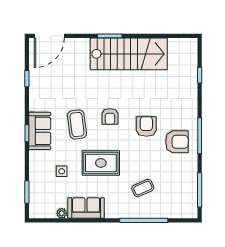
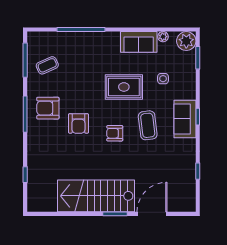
door: (49, 36) -> (152, 214), moved
armchair: (110, 117) -> (115, 133), turned -90
coffee table: (143, 188) -> (47, 65), moved
plant: (38, 209) -> (186, 41), added

